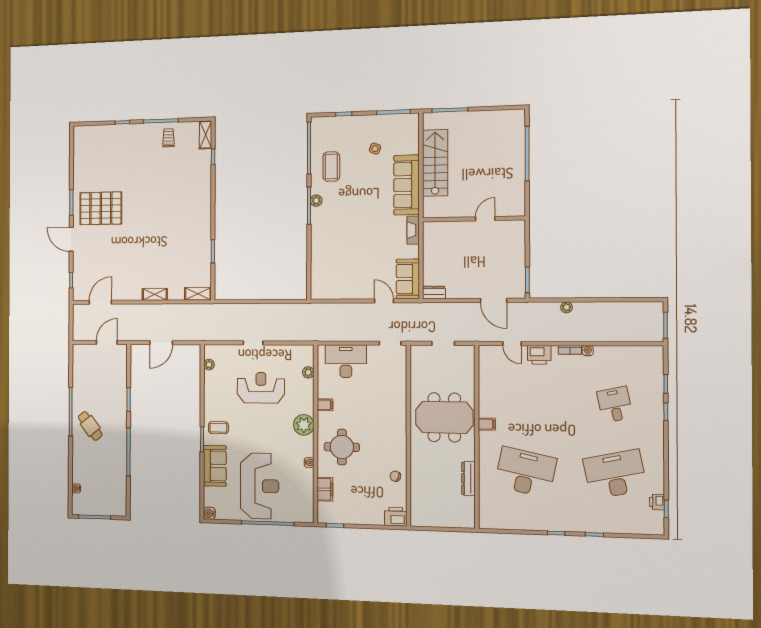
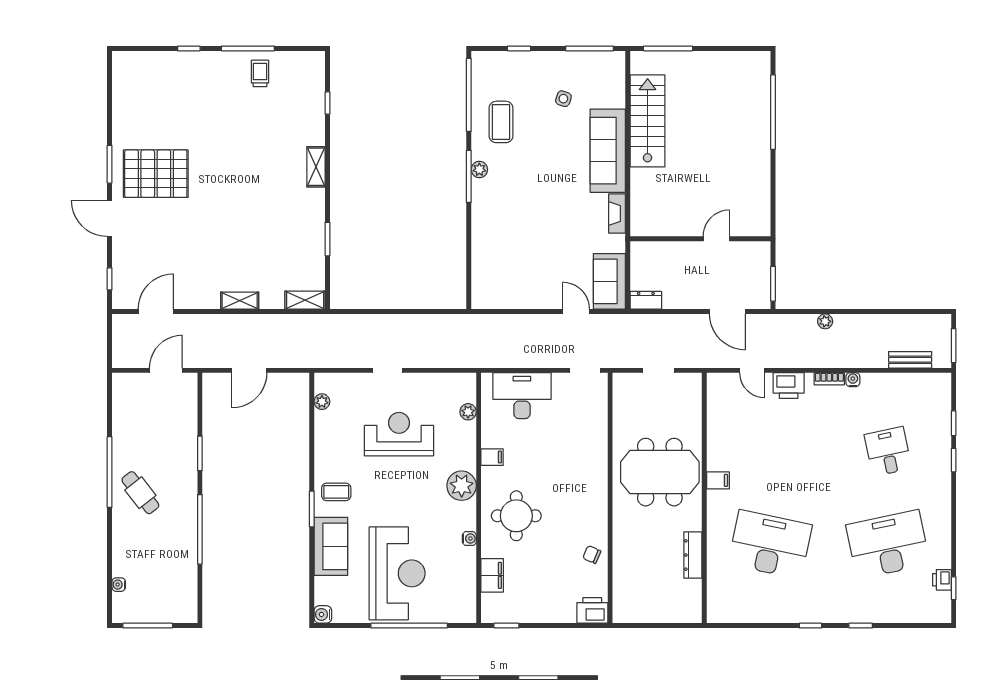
shelving: (206, 135) -> (316, 167), moved
wall: (474, 219) -> (700, 239), moved
door: (485, 219) -> (716, 239), moved
bench: (632, 336) -> (910, 360), added

